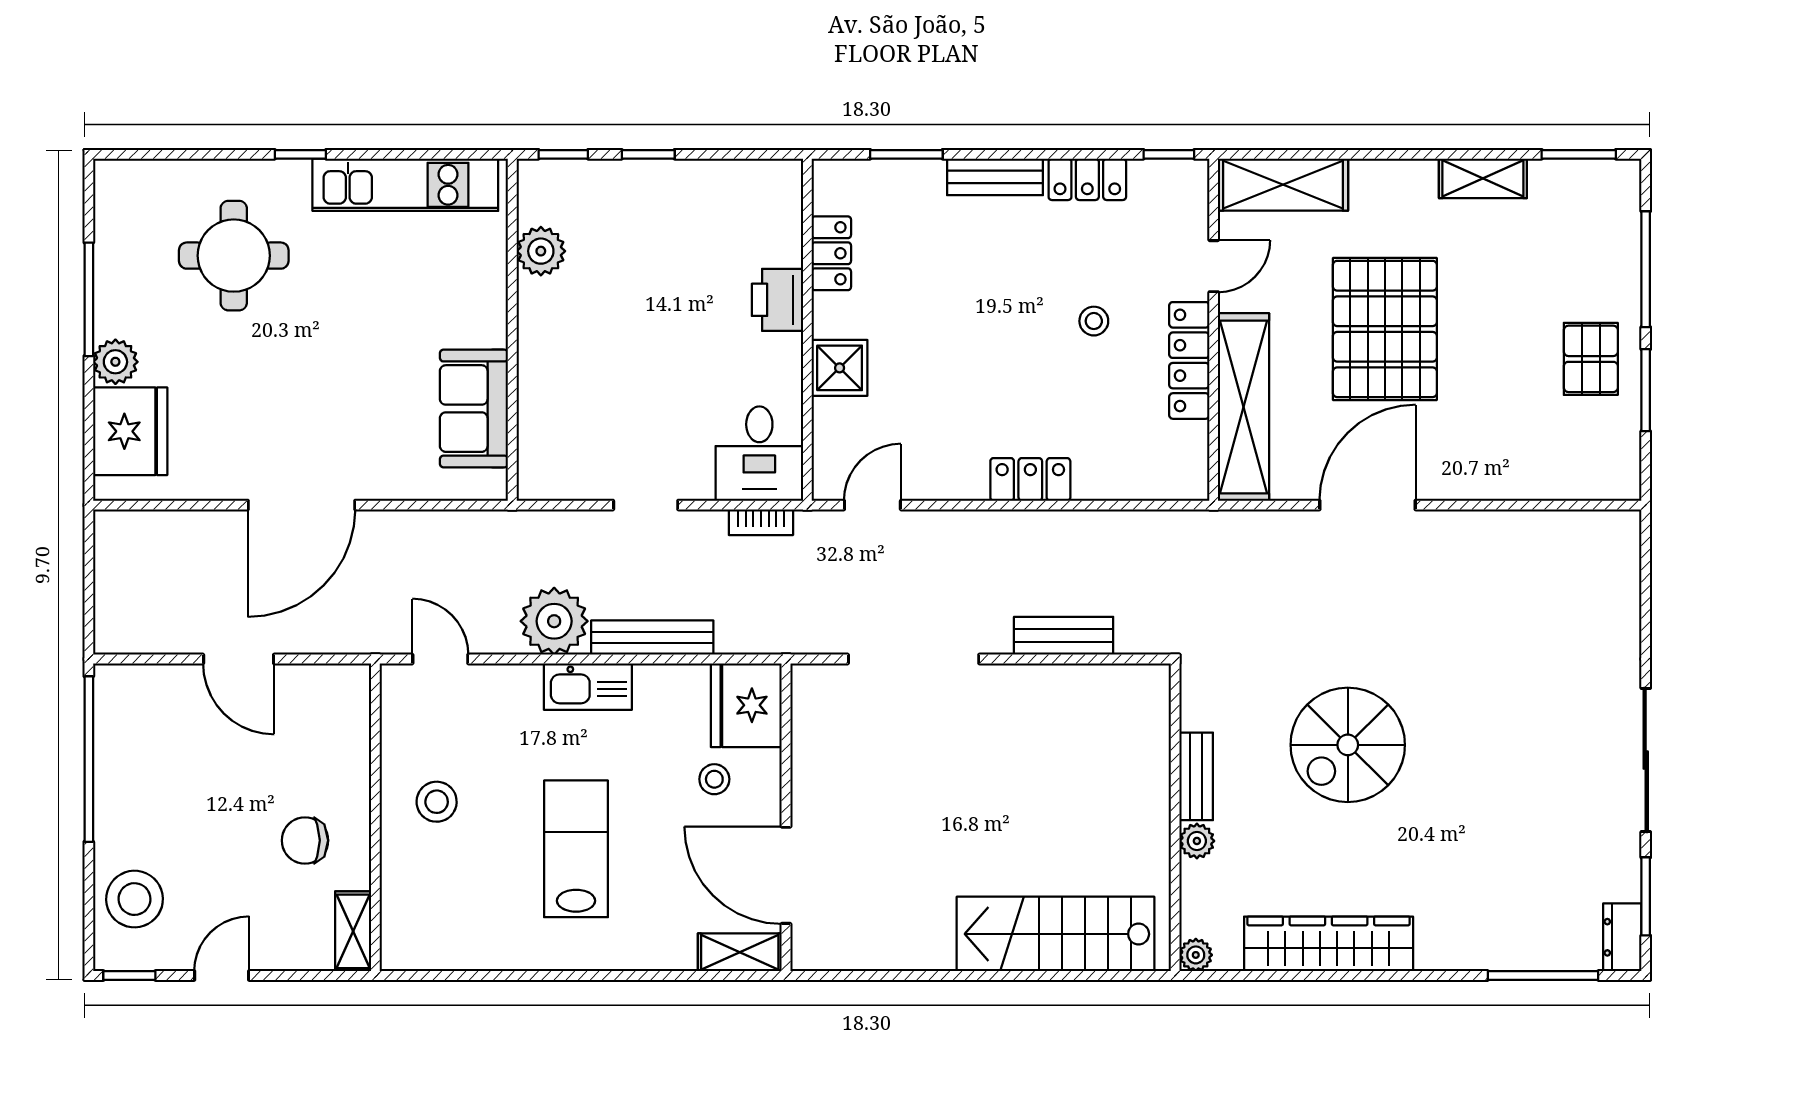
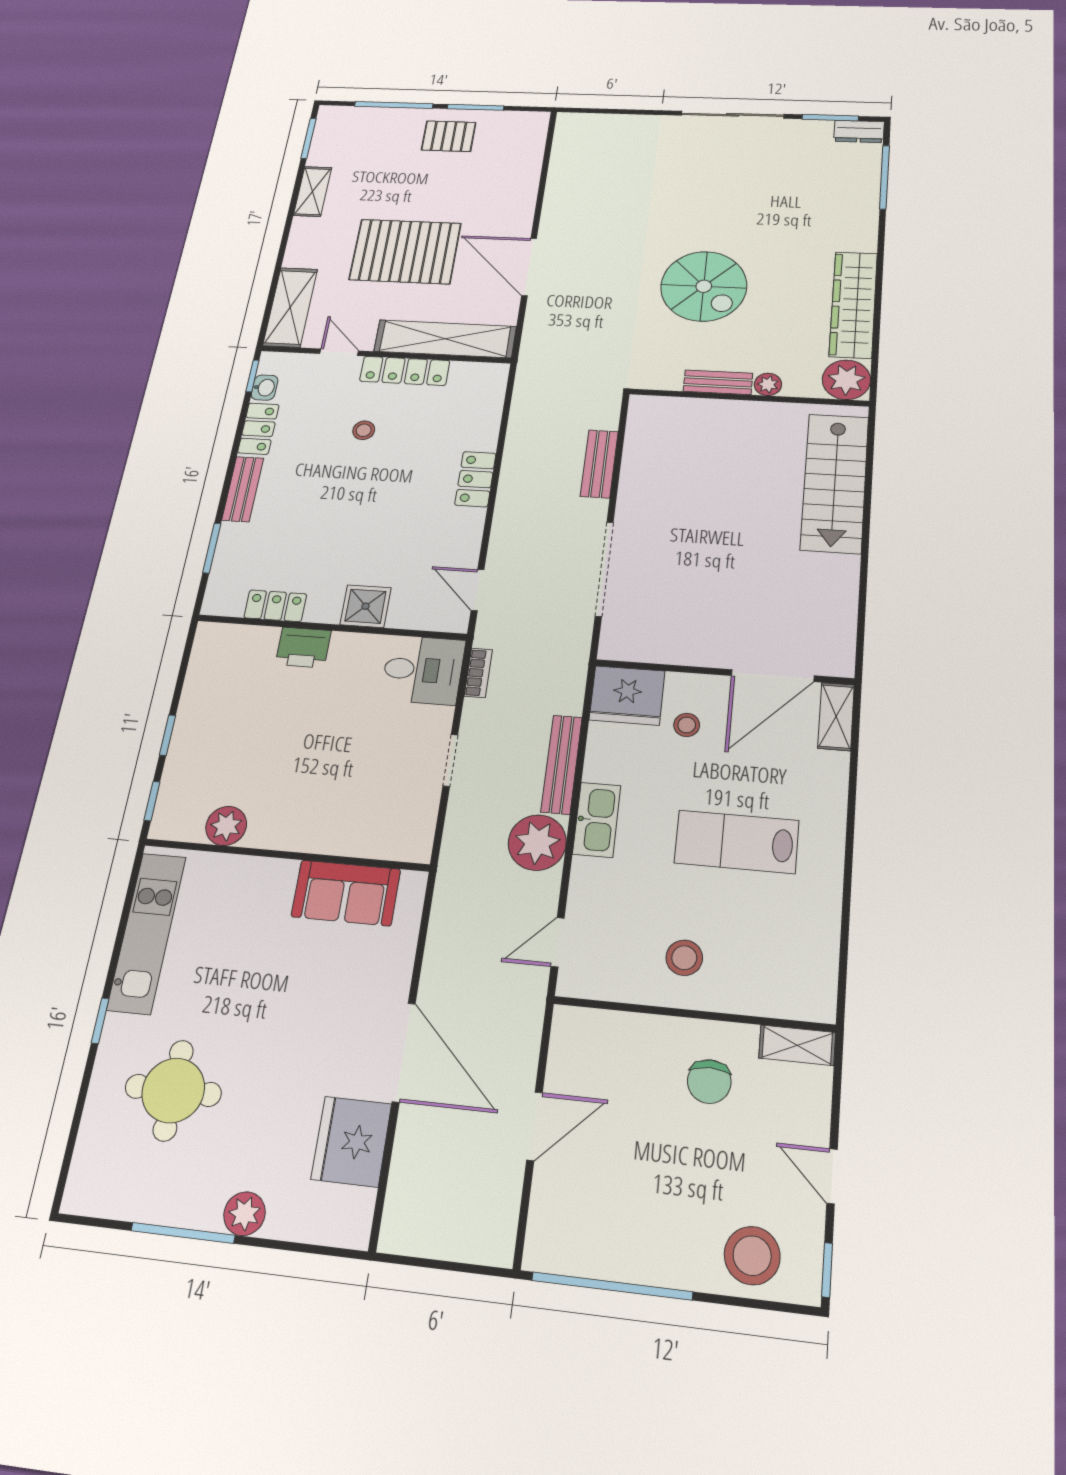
washbasin: (1152, 175) -> (265, 388), added
fridge: (130, 431) -> (351, 1141), moved, turned -90
plant: (1196, 955) -> (846, 380), width x1.87, depth x1.87

